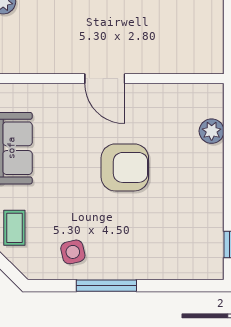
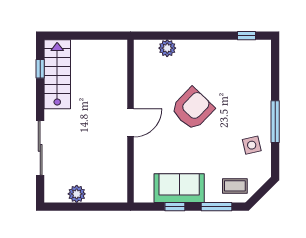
armchair: (125, 167) -> (193, 109), turned 44

